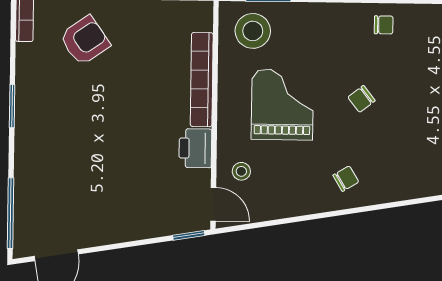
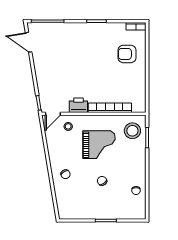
armchair: (85, 40) -> (127, 54), turned 125

